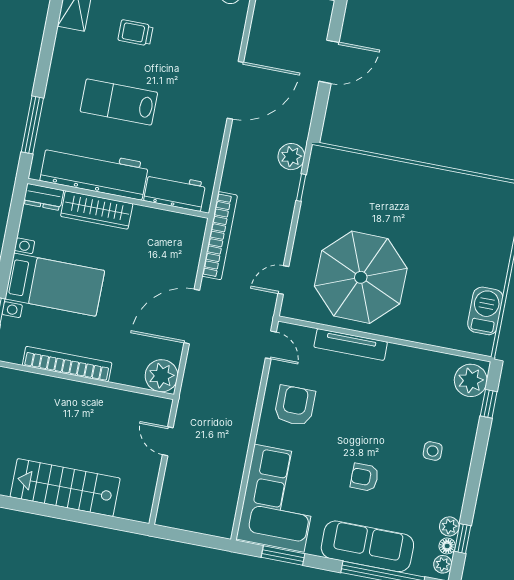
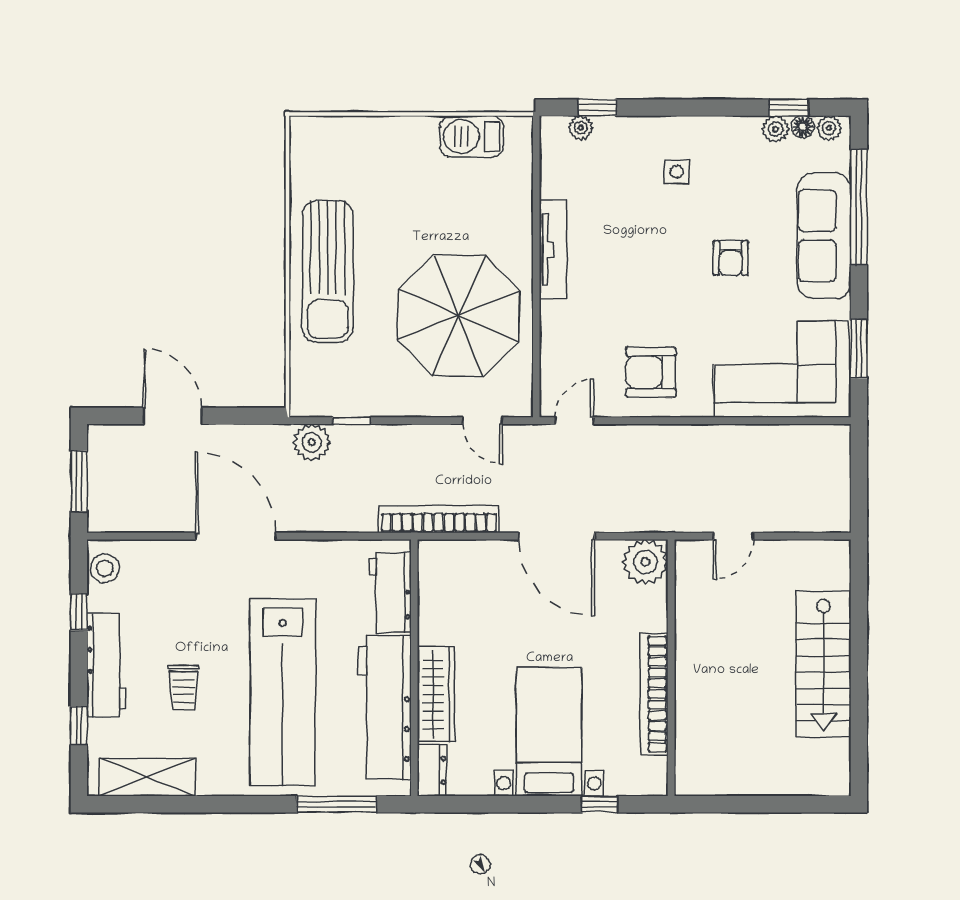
lab bench: (119, 102) -> (283, 692), width x1.86, depth x1.39
sun lounger: (410, 191) -> (328, 272), added
tv unit: (351, 345) -> (553, 249), moved
plant: (471, 380) -> (581, 128), width x0.53, depth x0.53

